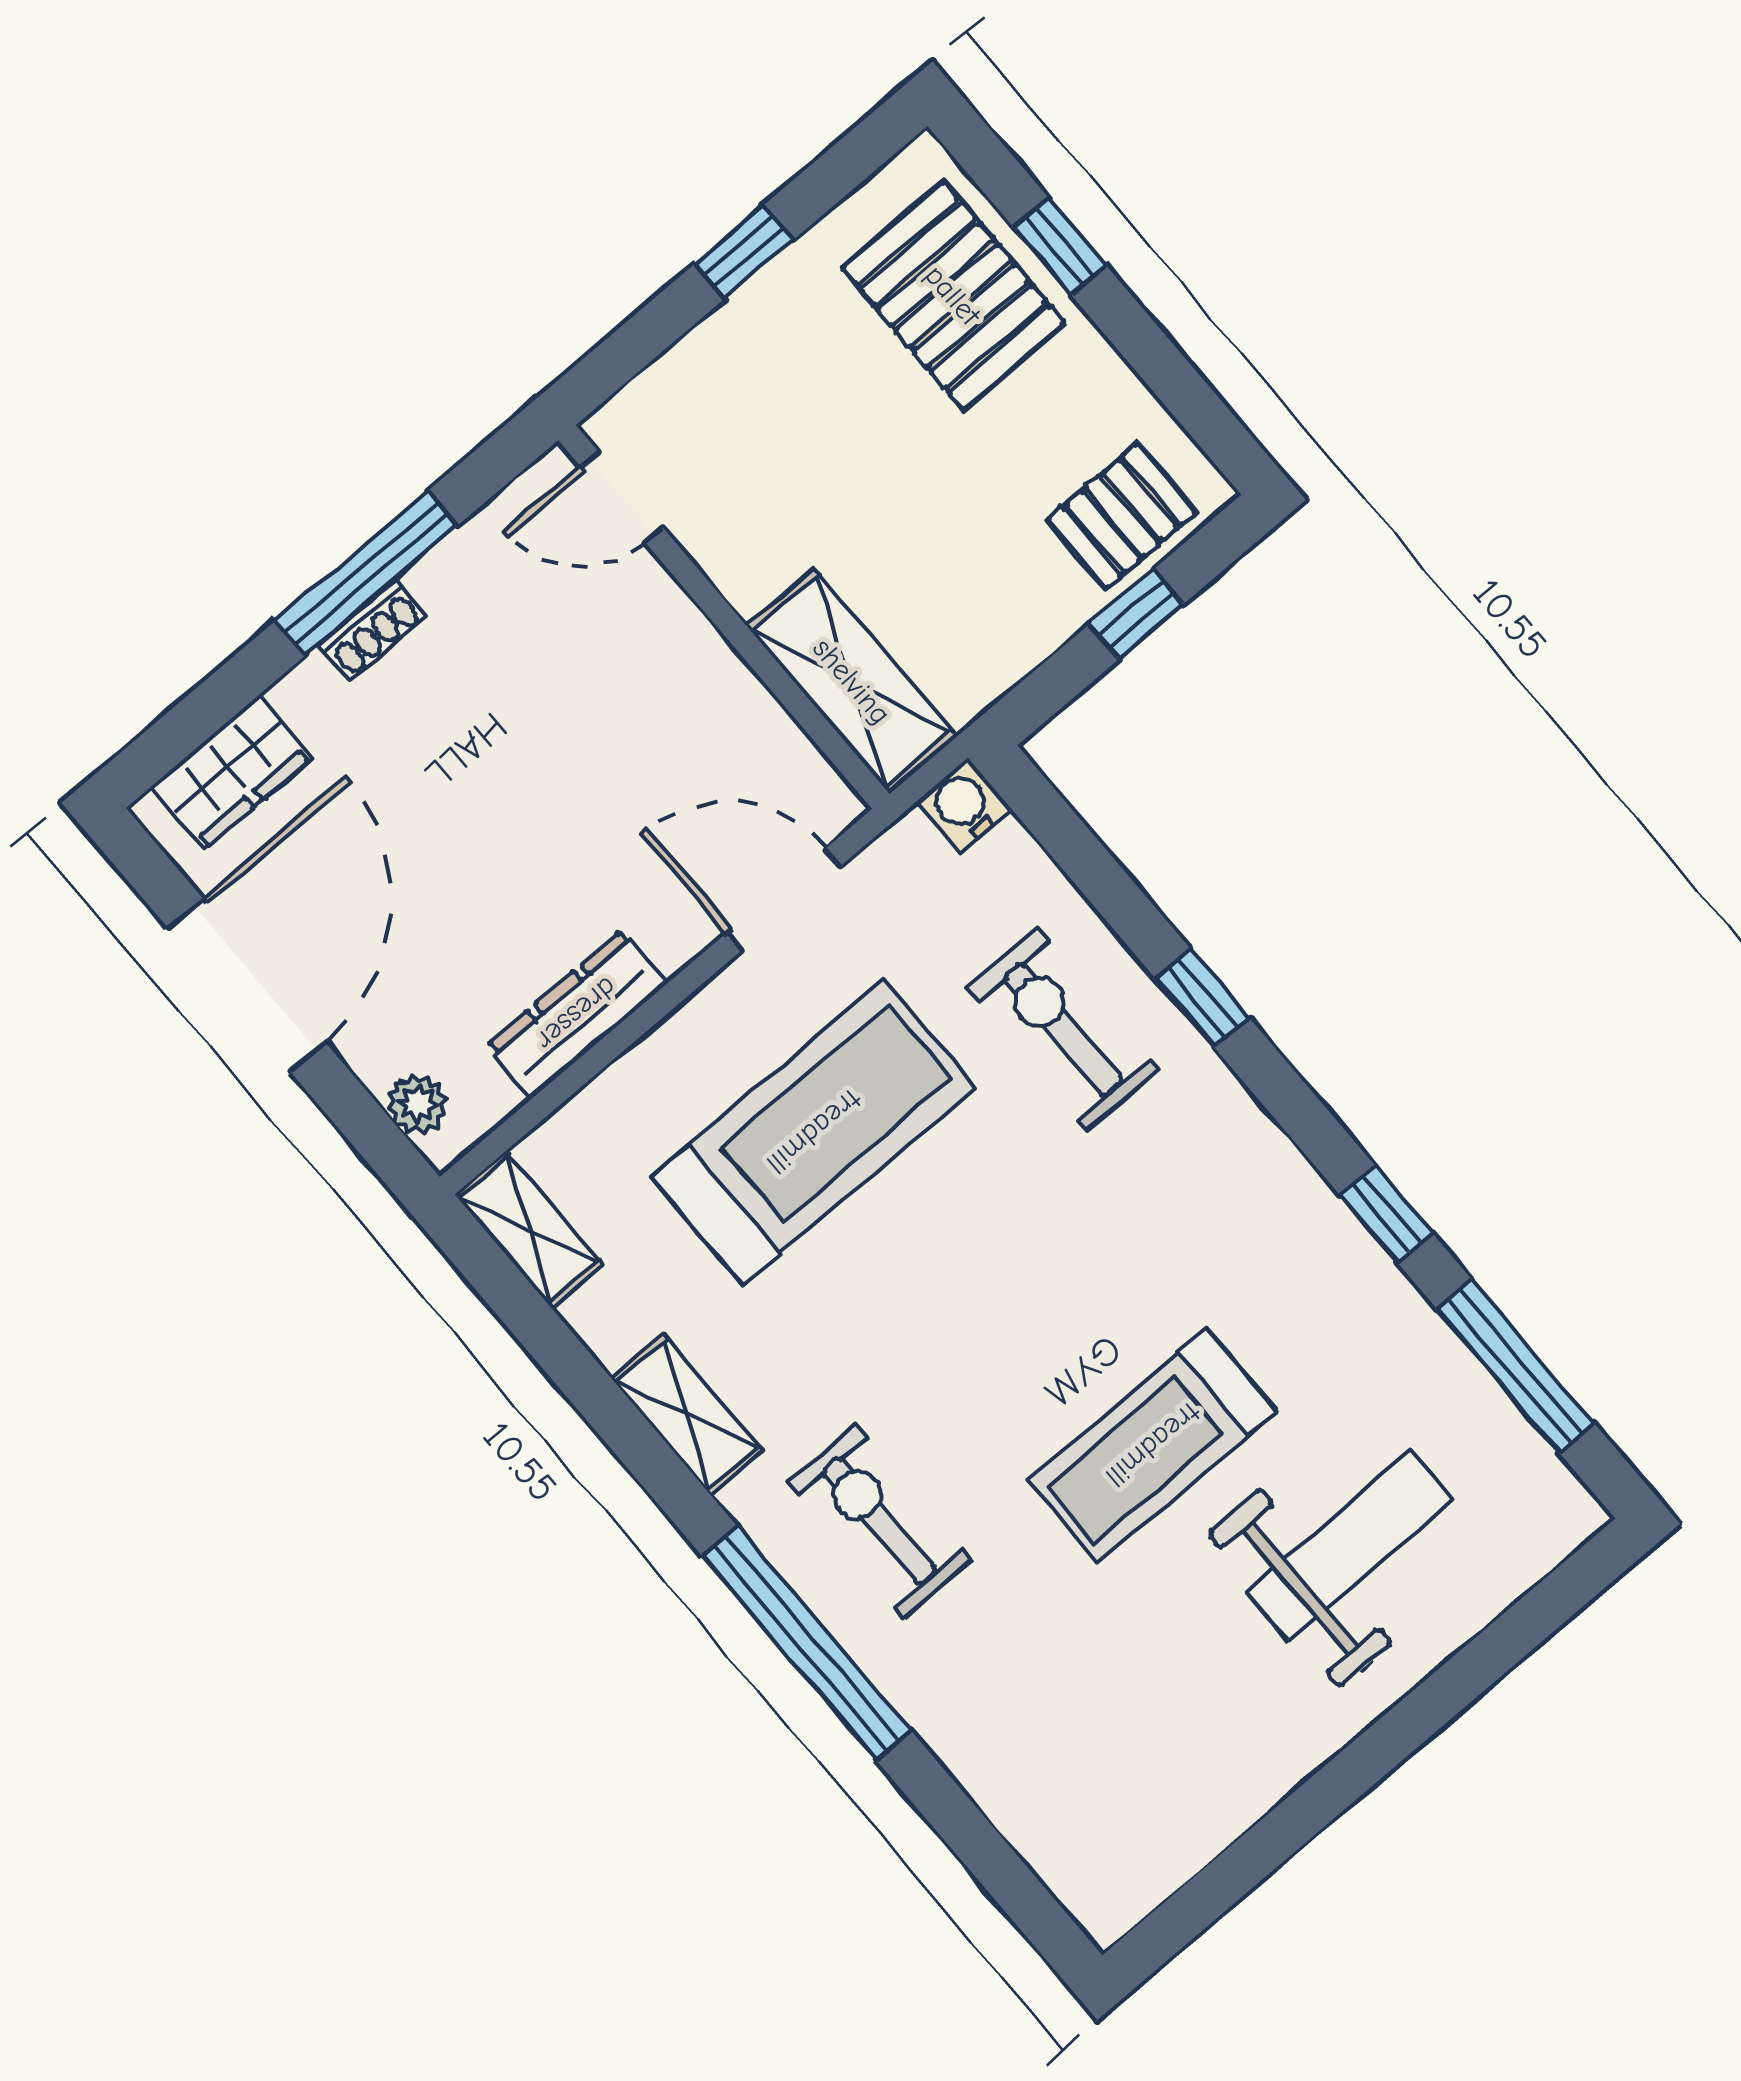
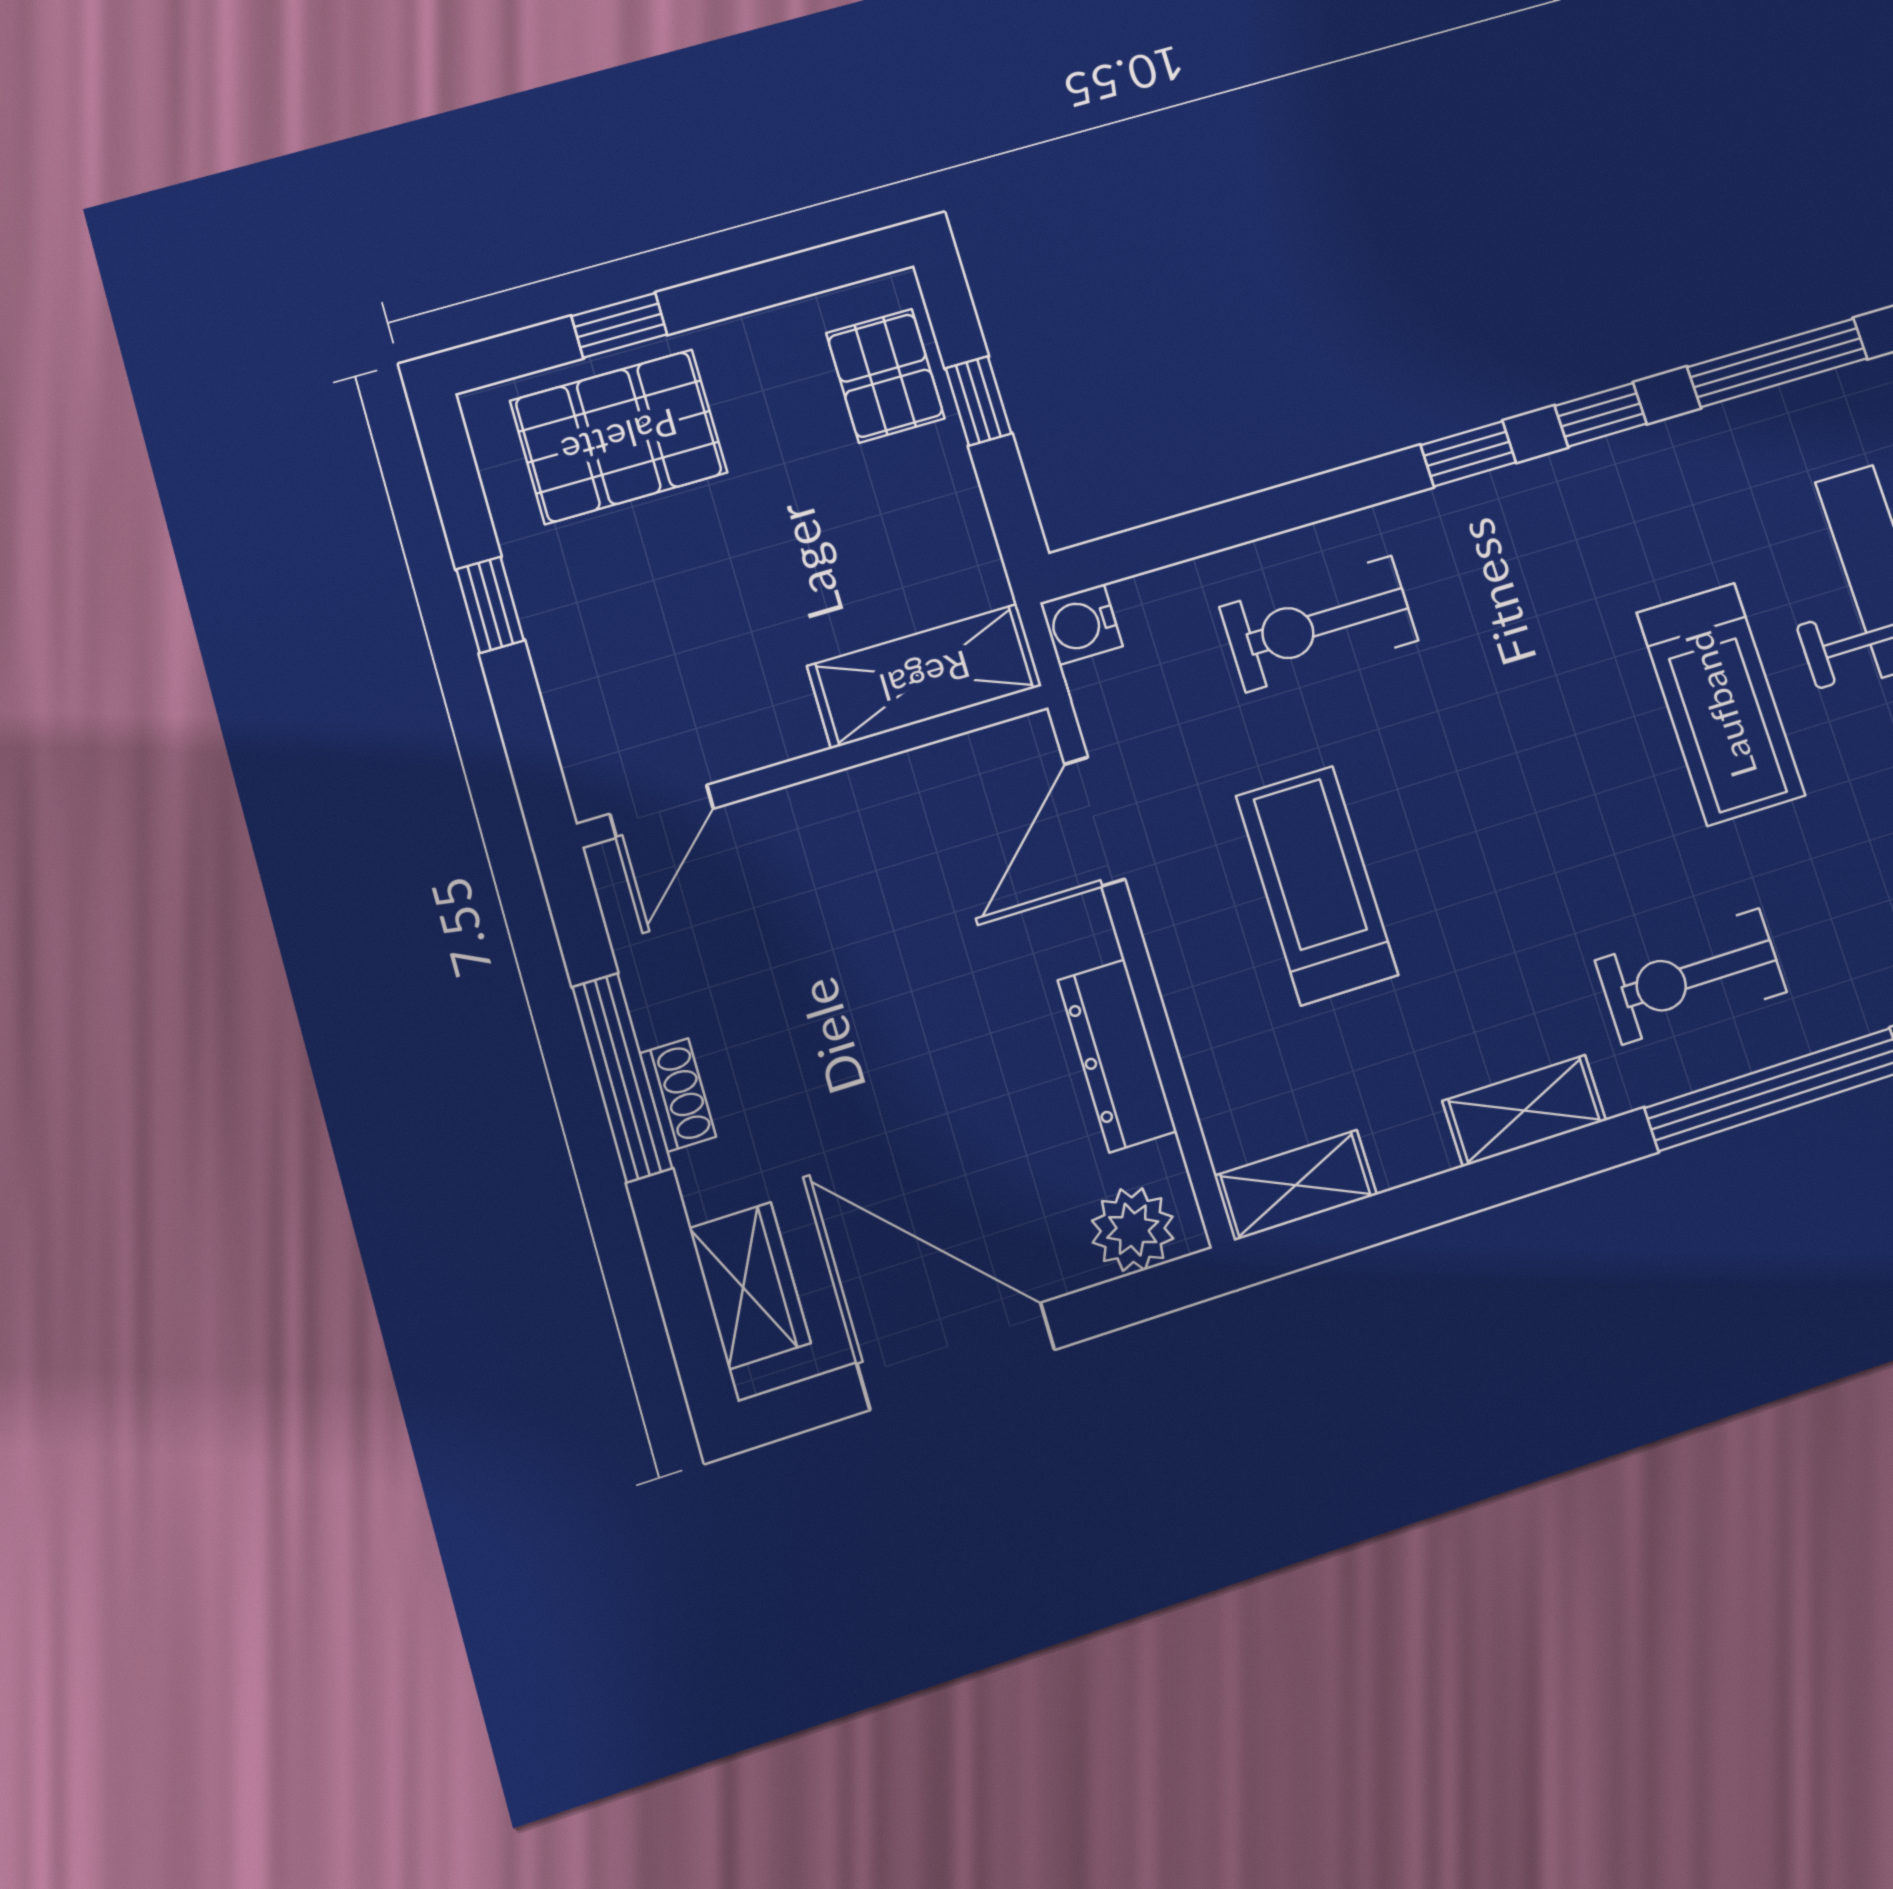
window: (1203, 998) -> (1468, 454), moved
plant: (417, 1104) -> (1133, 1230), width x1.38, depth x1.38
treadmill: (814, 1132) -> (1317, 885), width x0.73, depth x0.73

